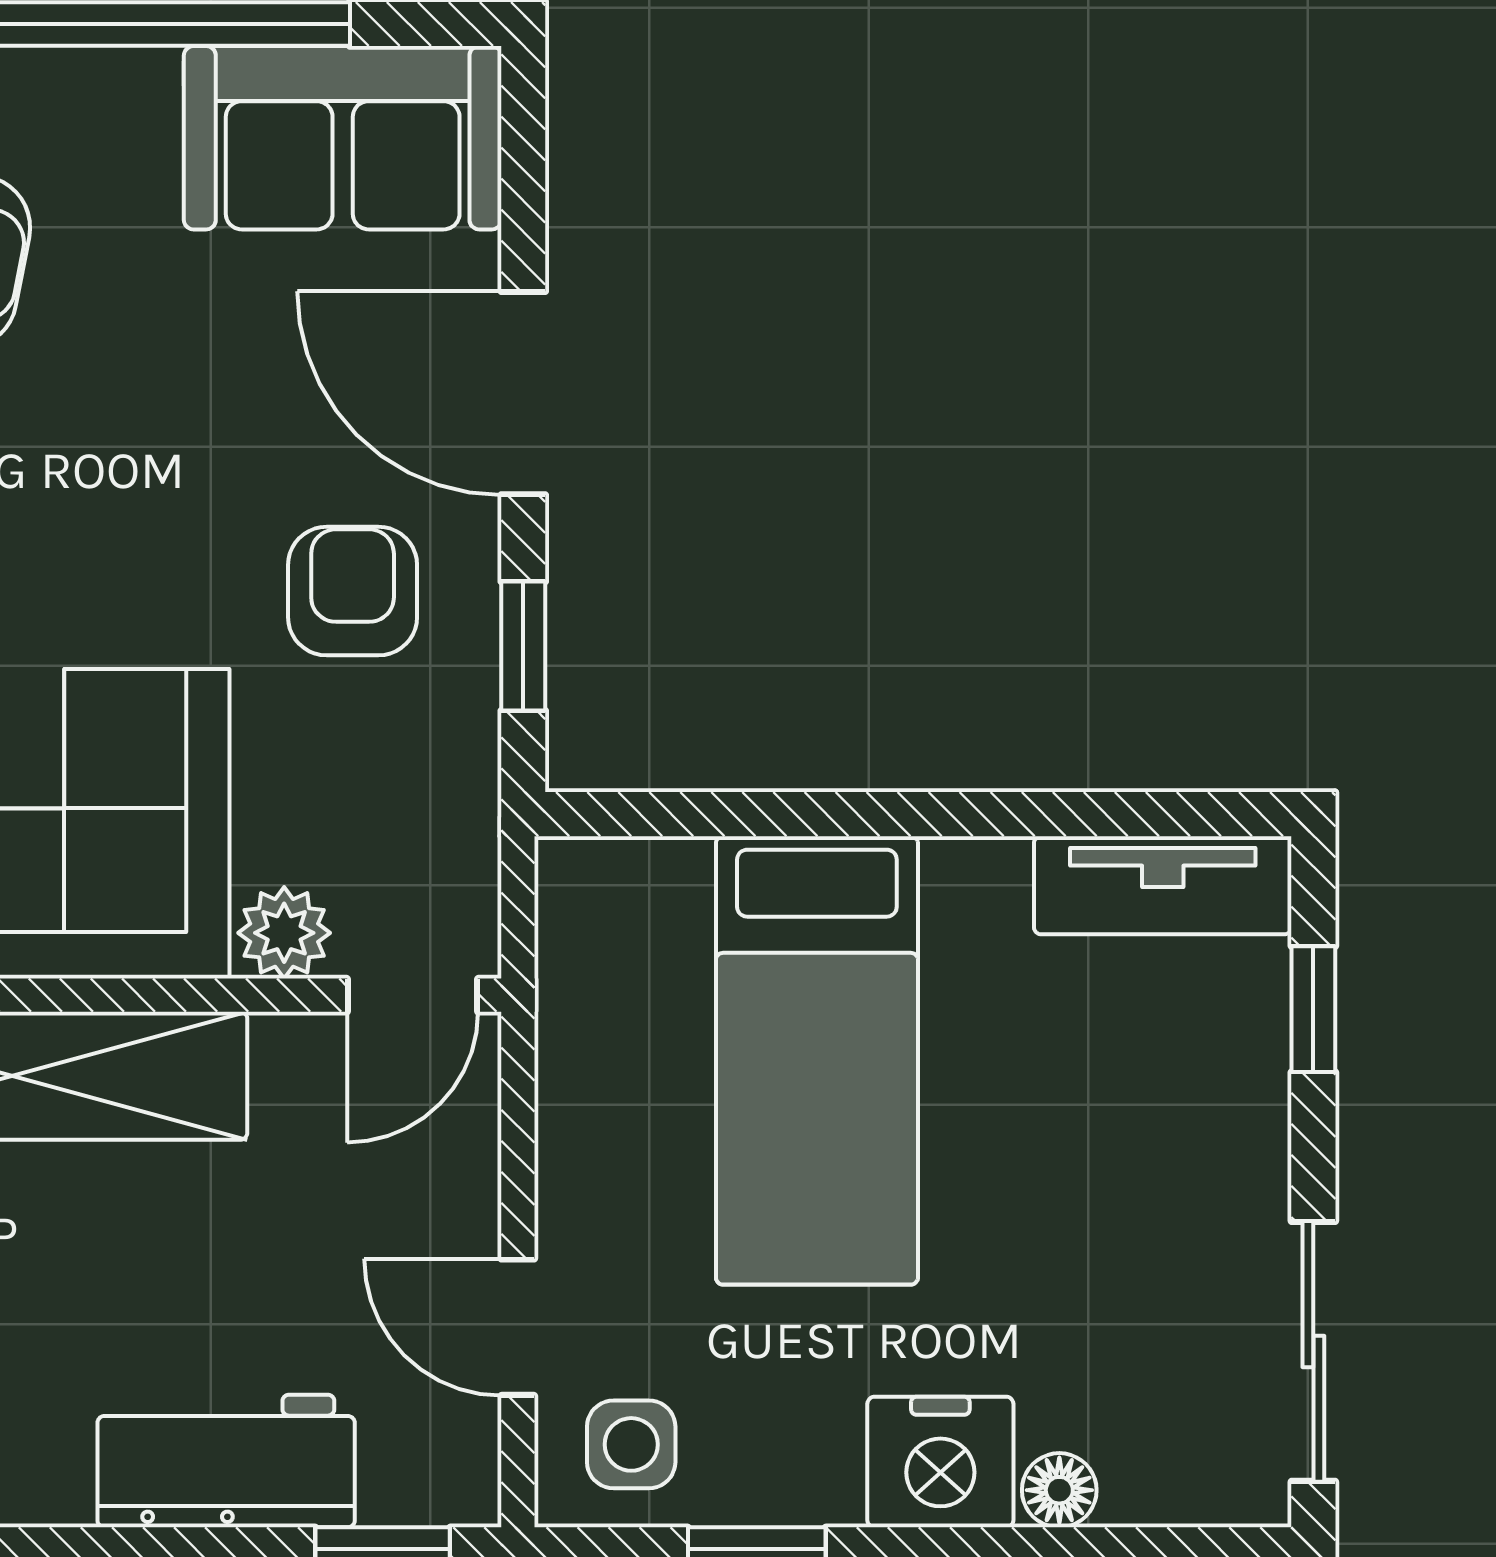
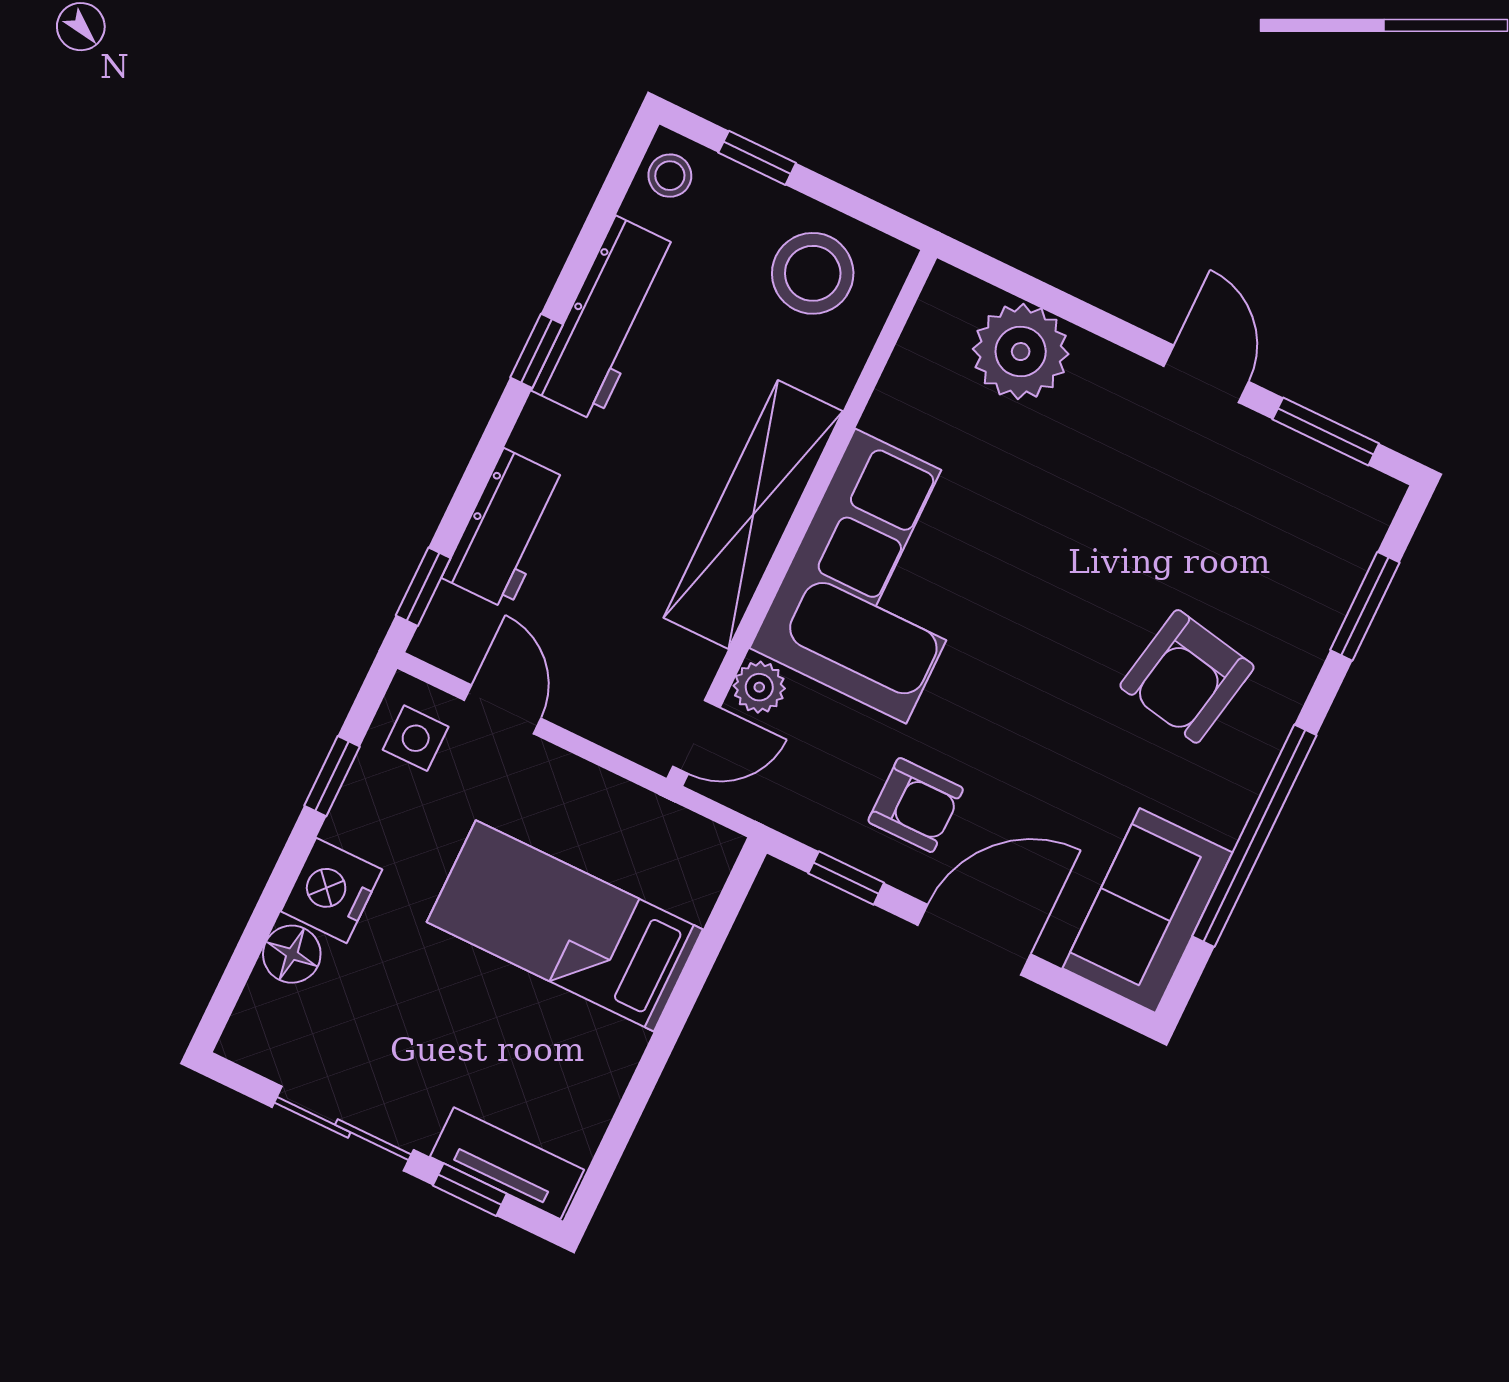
tv unit: (1163, 885) -> (507, 1163), moved, turned 90
door: (413, 995) -> (696, 737), swing flipped
door: (518, 1327) -> (503, 709), hinge flipped
sliding door: (1313, 1351) -> (343, 1129), moved
floor lamp: (1059, 1490) -> (292, 954), width x1.37, depth x1.37

